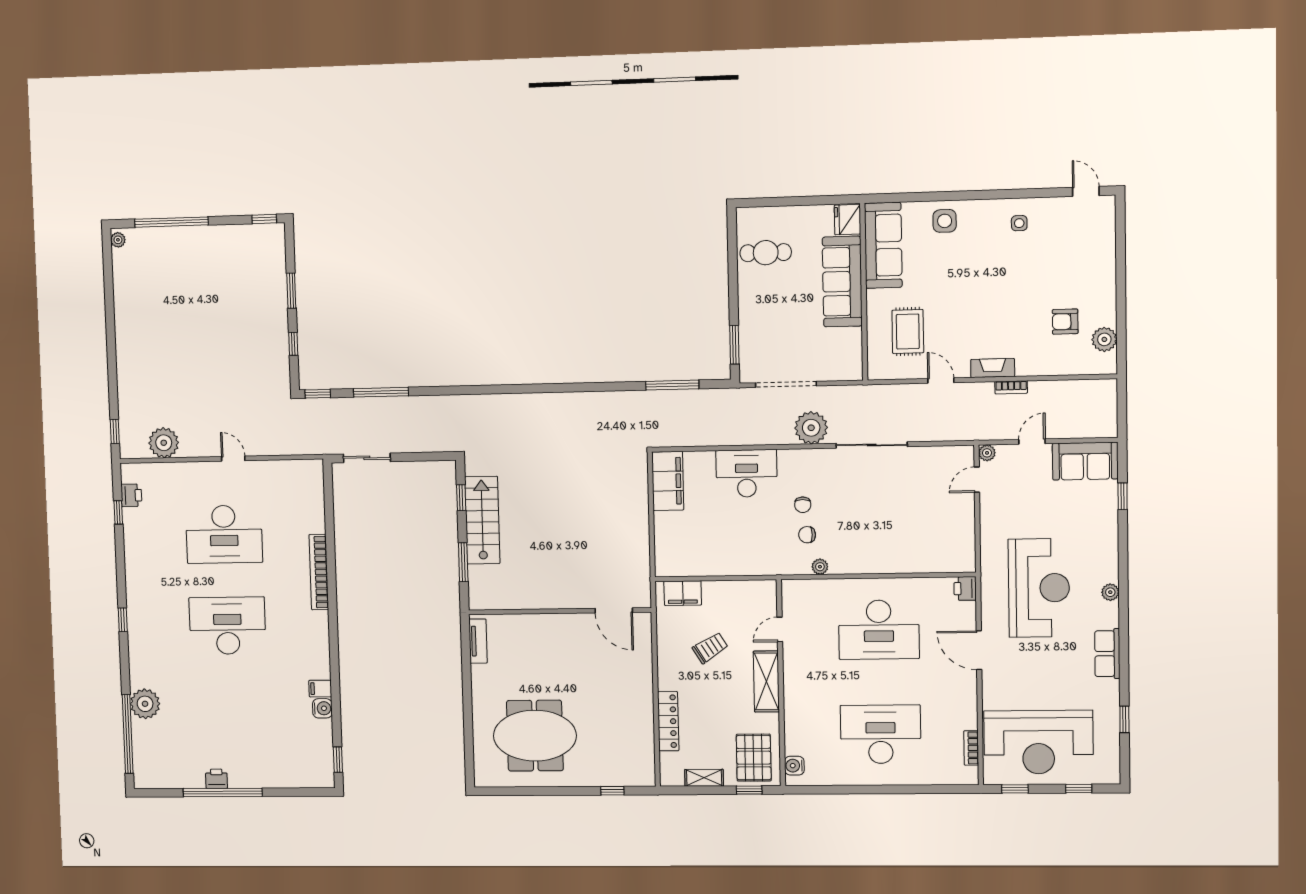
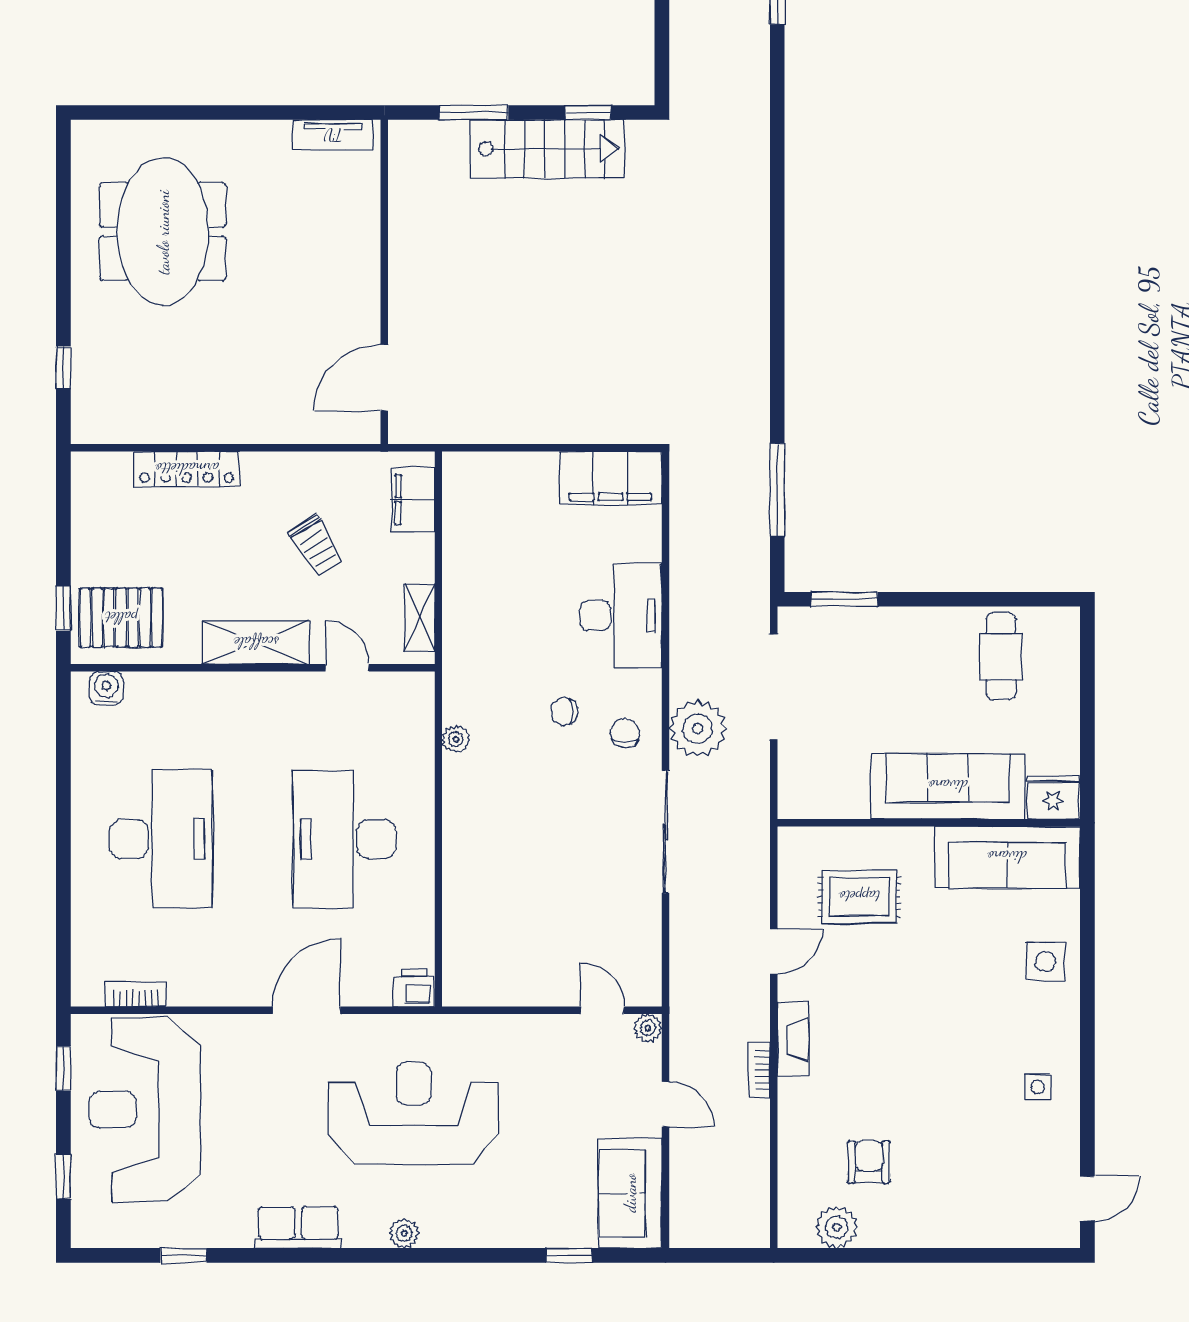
chair: (807, 535) -> (625, 733), moved
reception desk: (1039, 588) -> (413, 1113), turned 180
shelving: (704, 778) -> (420, 618), moved

